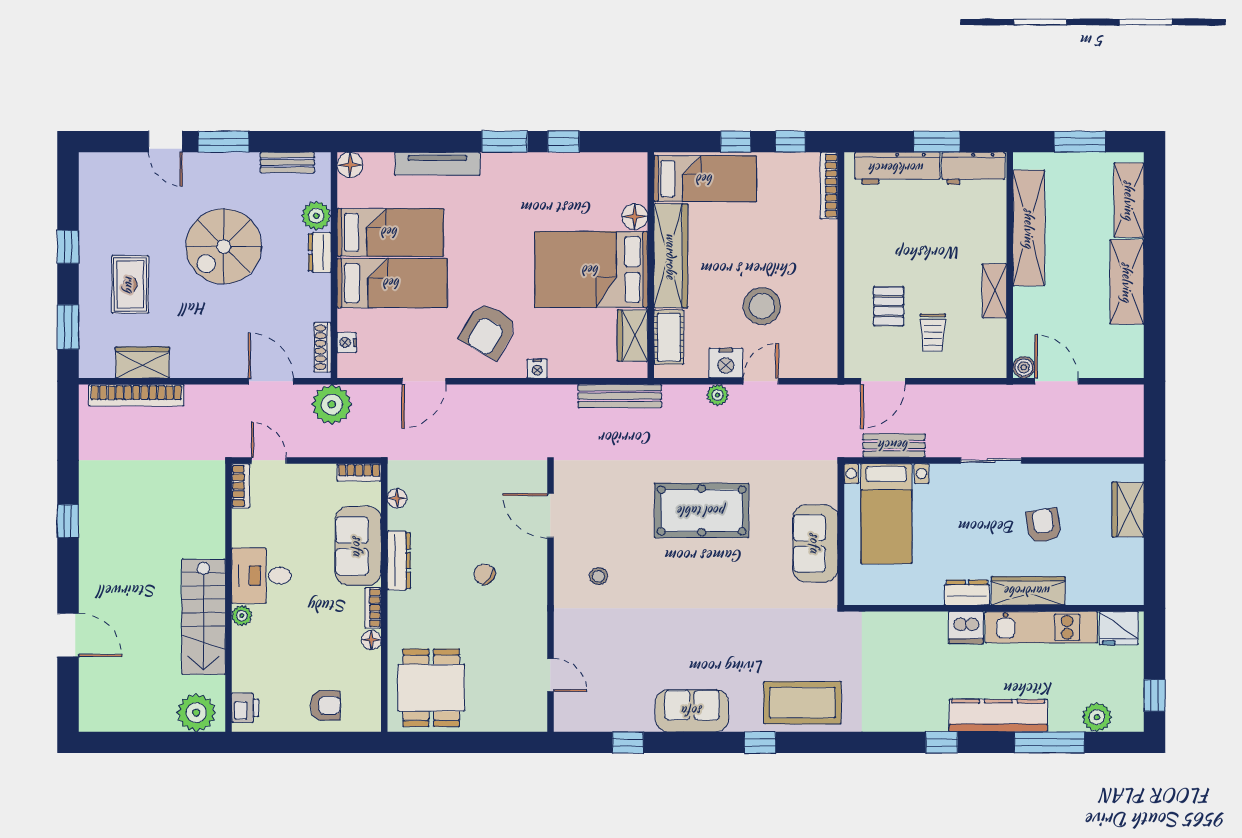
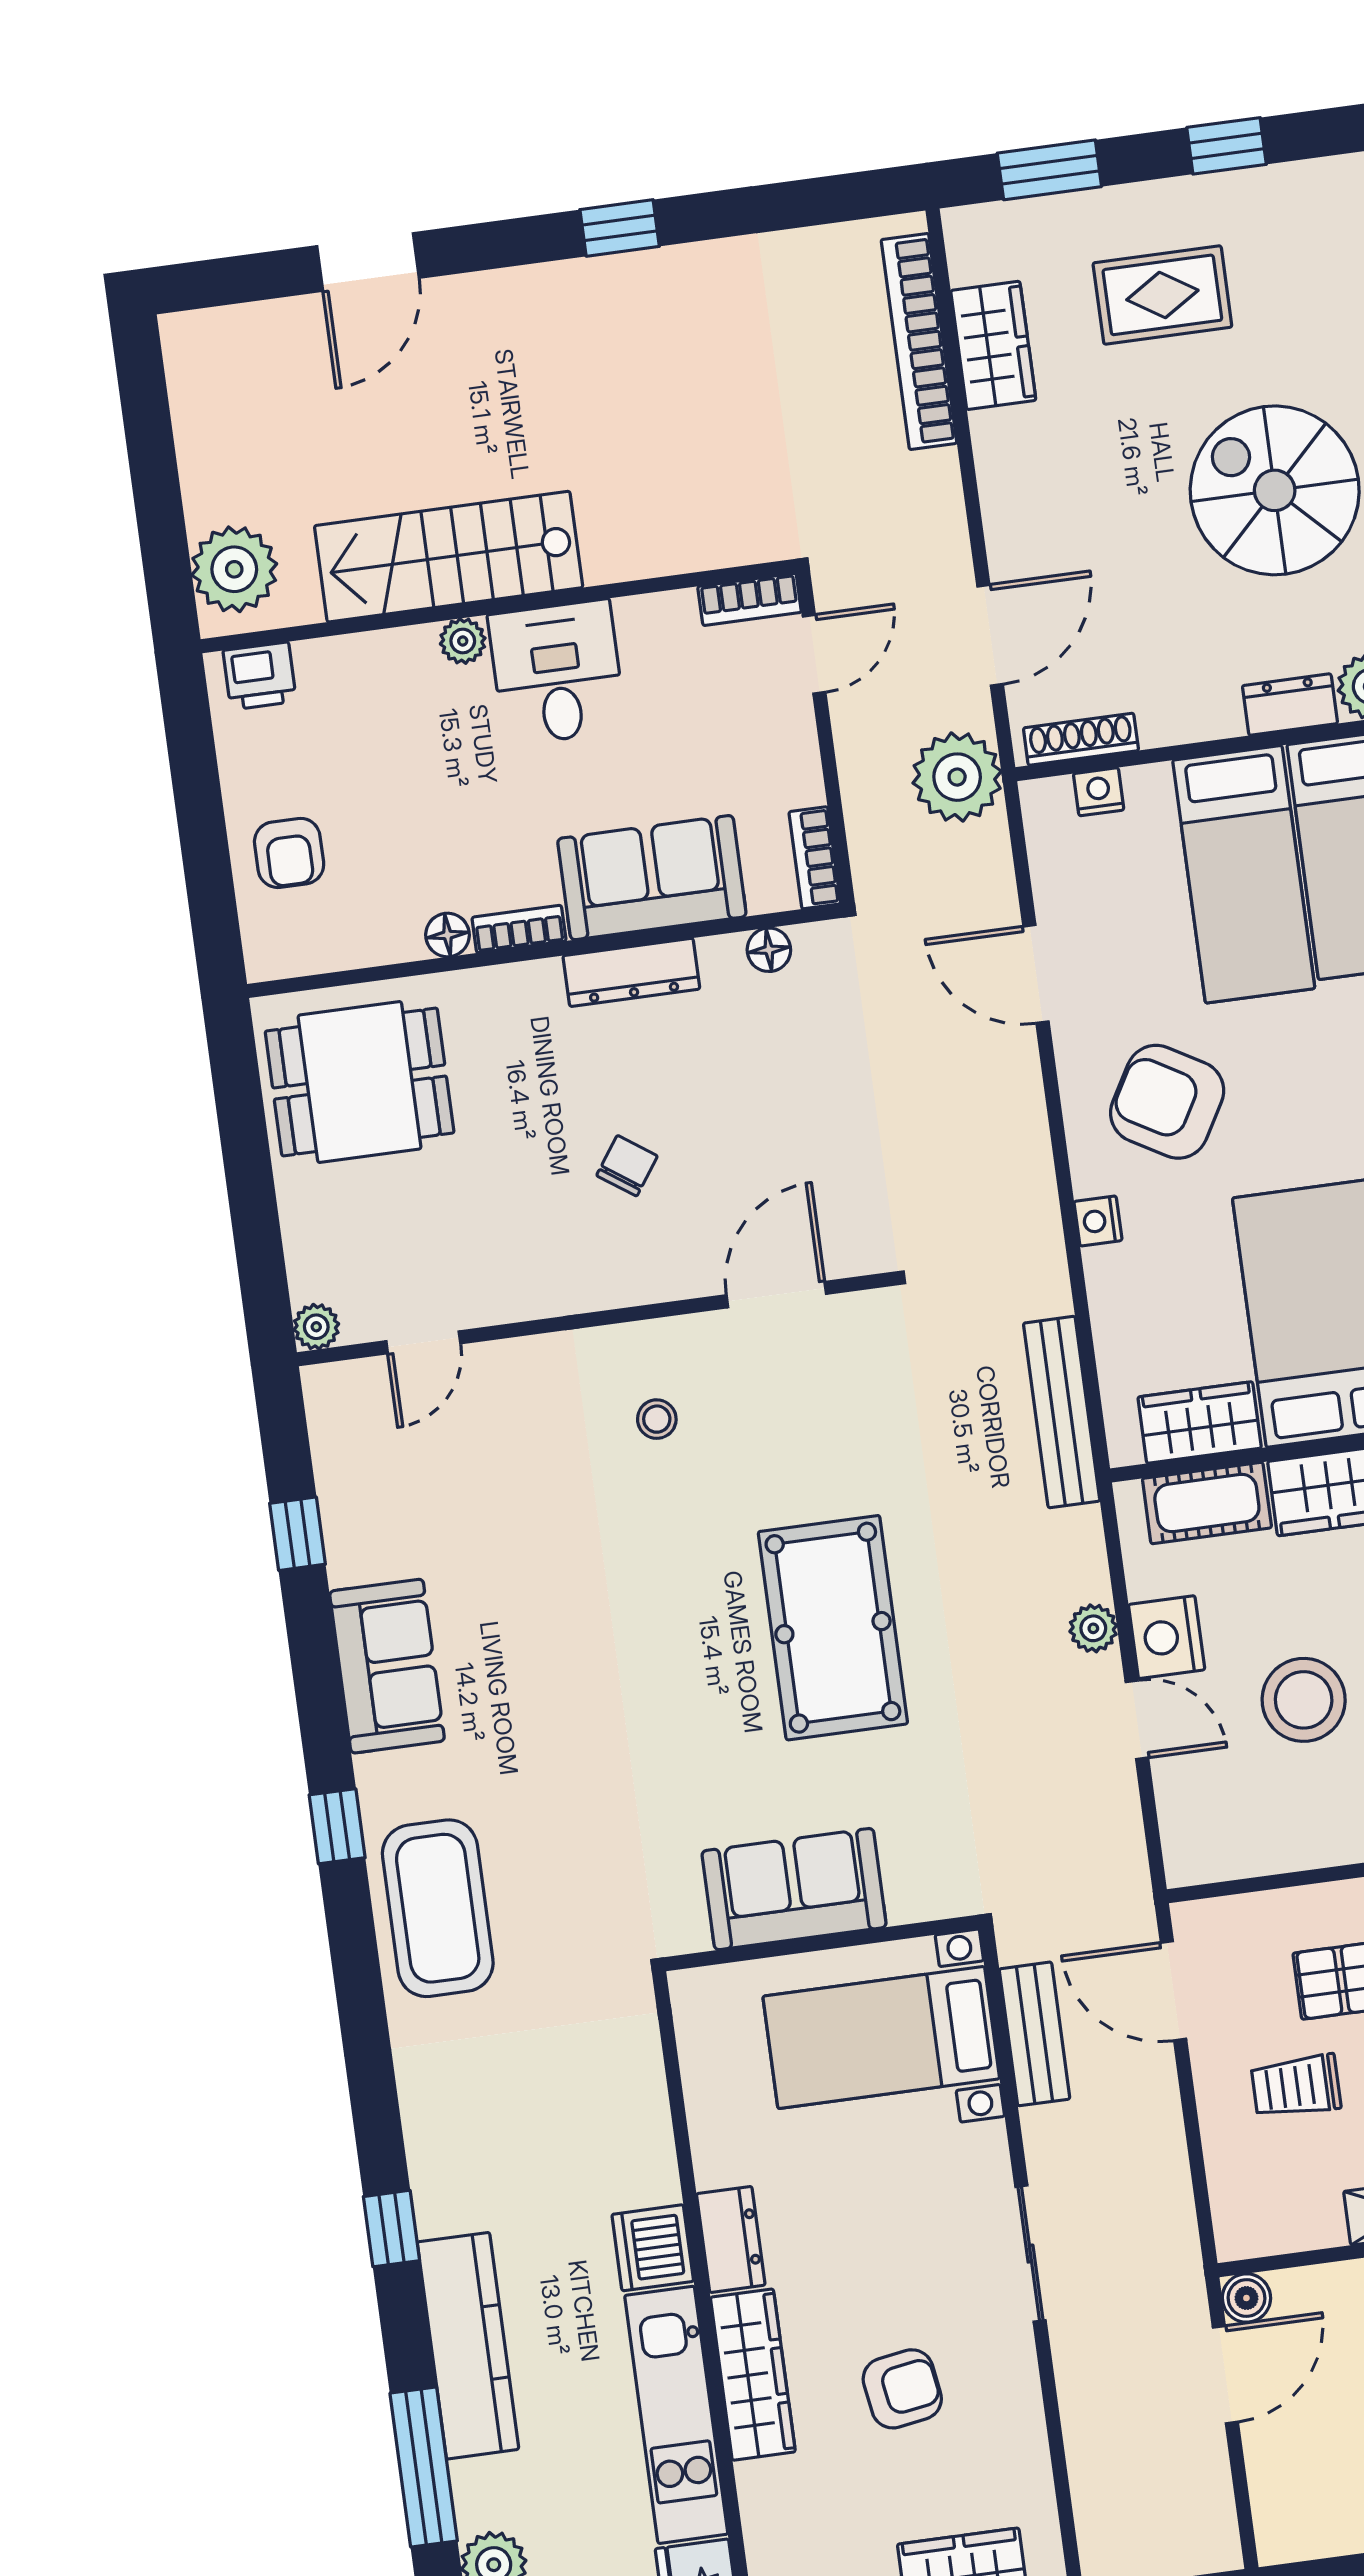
plant: (537, 722) -> (316, 1327), added

